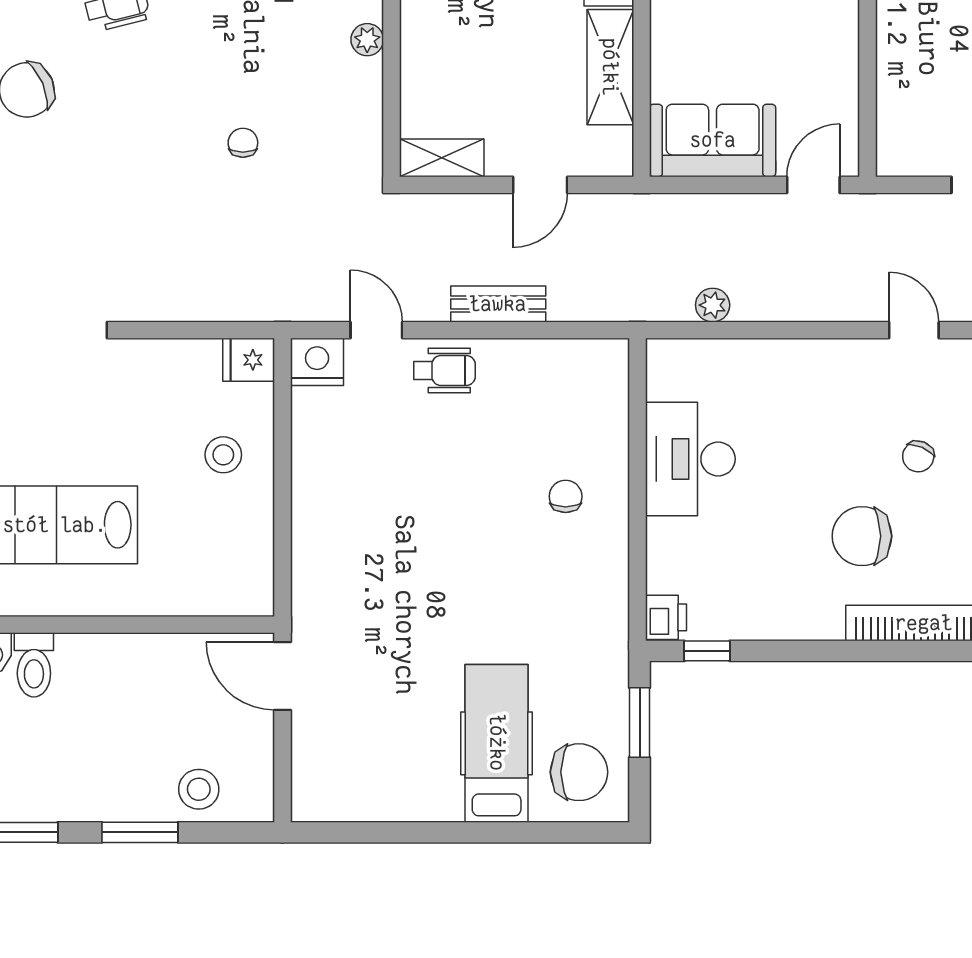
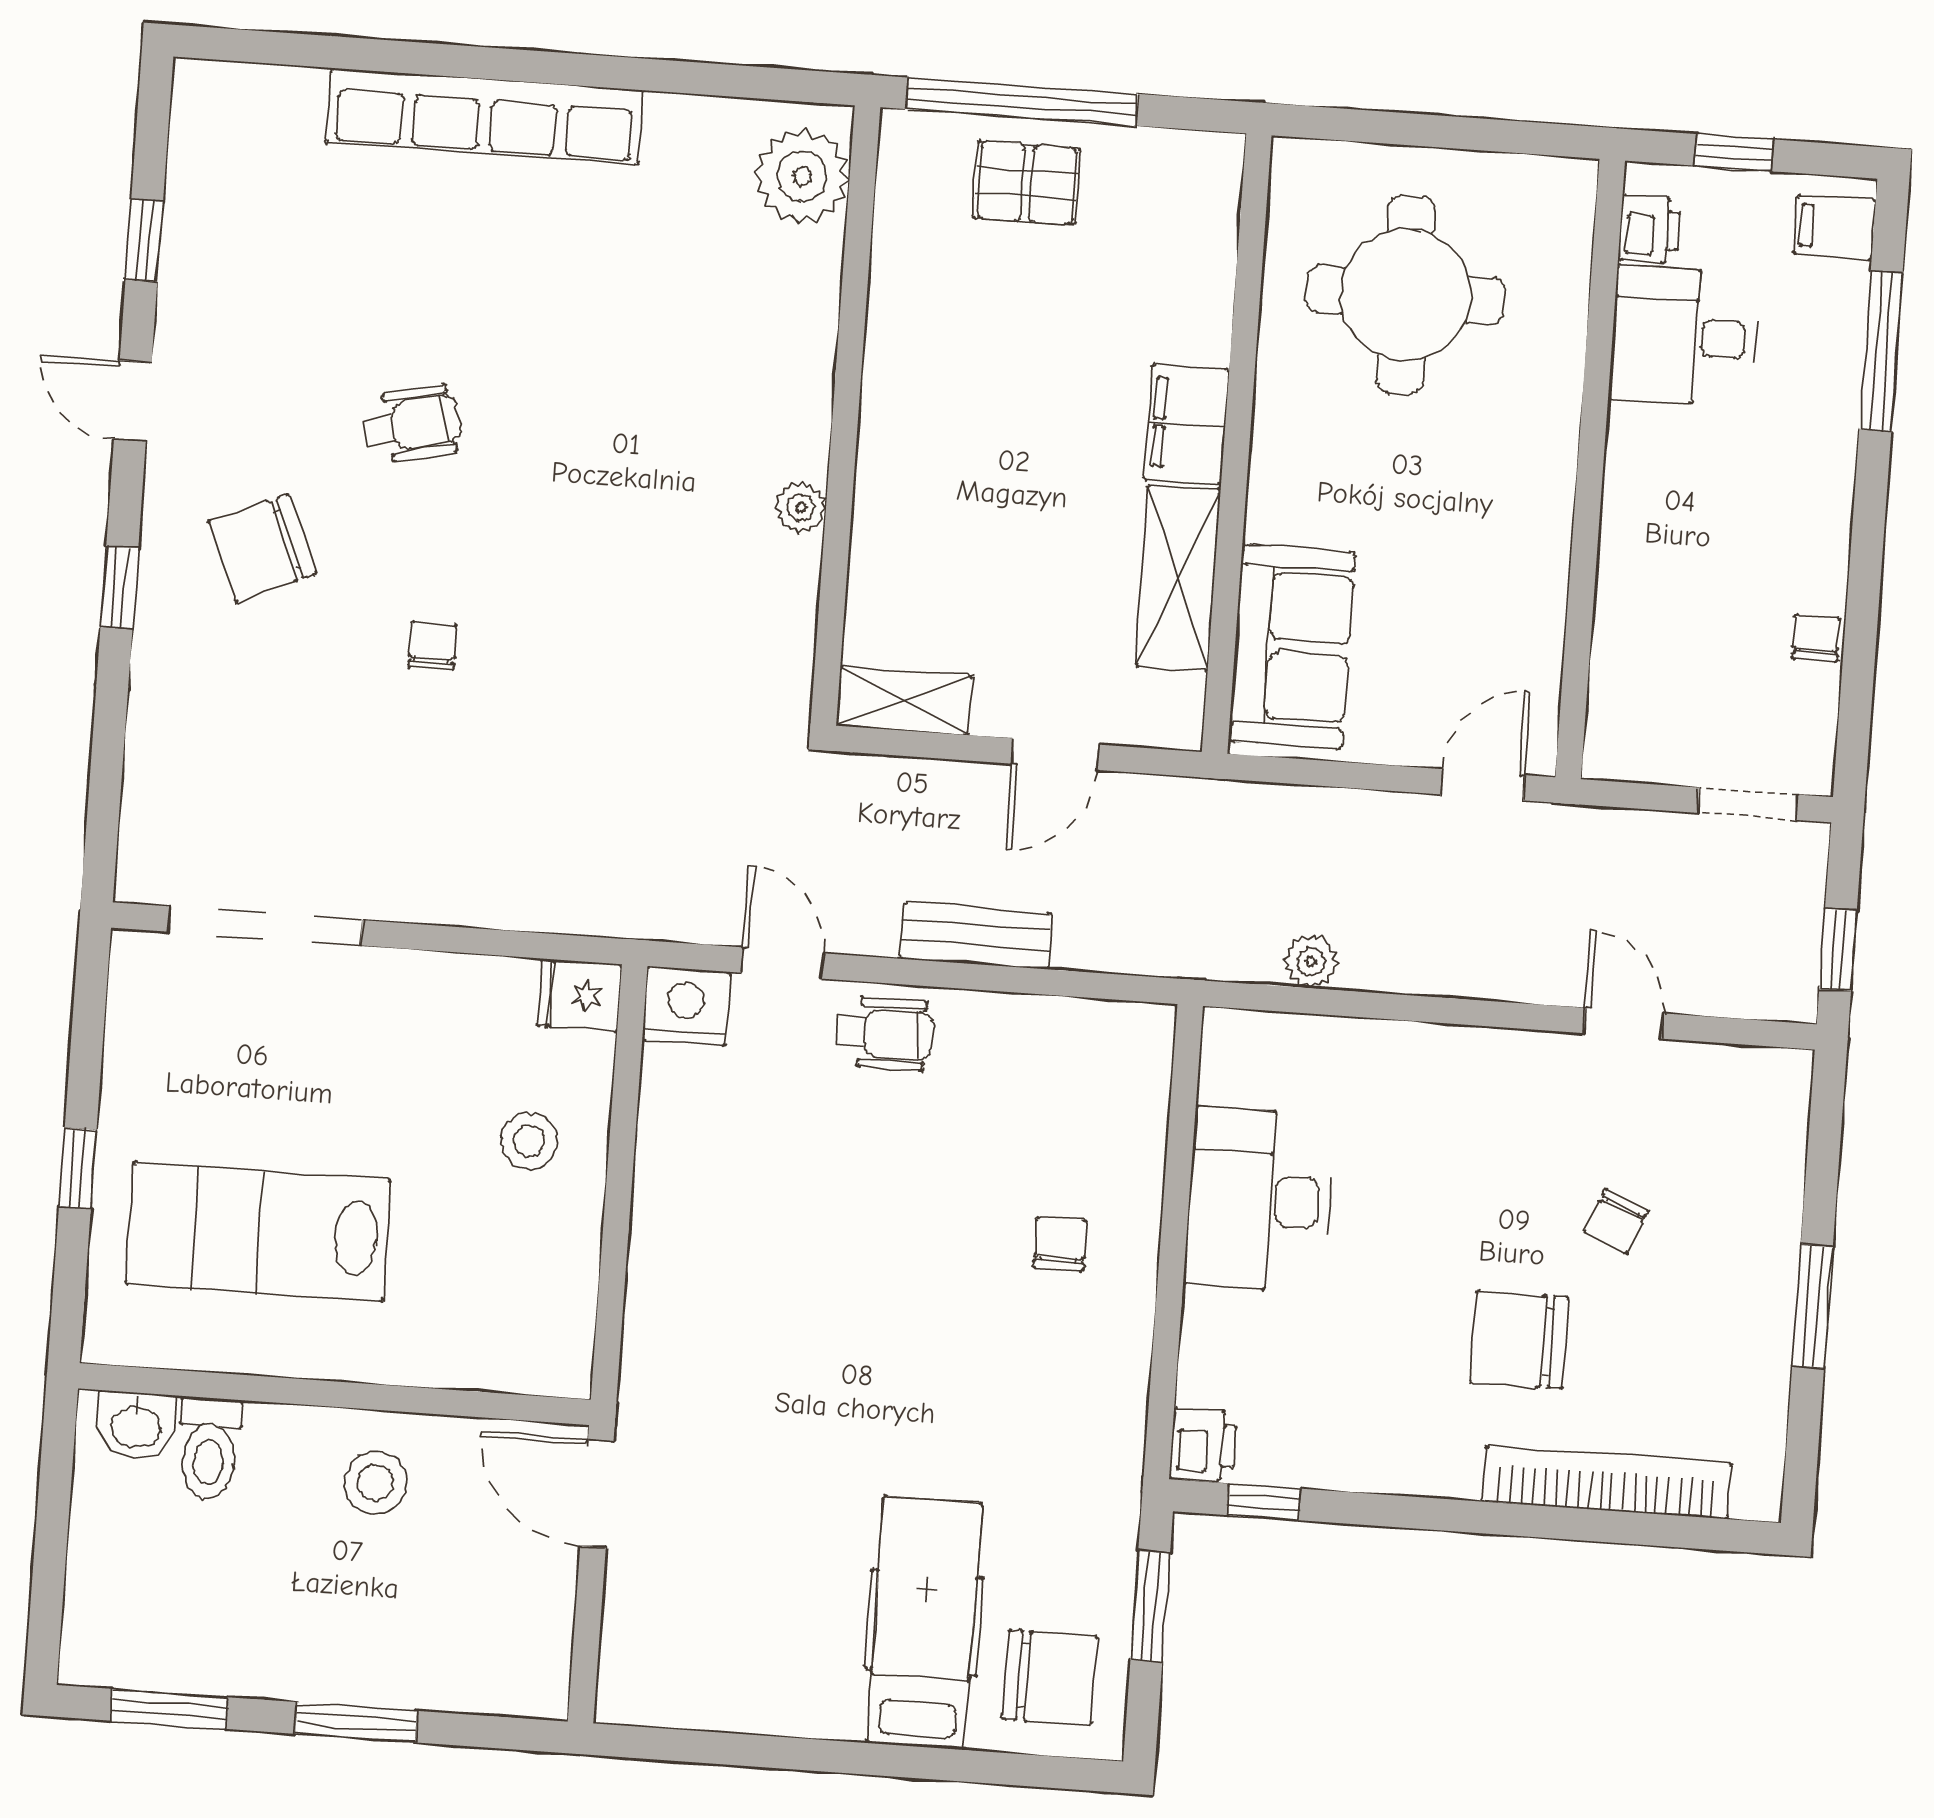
sofa: (713, 140) -> (1292, 647), moved, turned 90
chair: (243, 143) -> (433, 646), moved
stool: (199, 789) -> (376, 1483), moved

